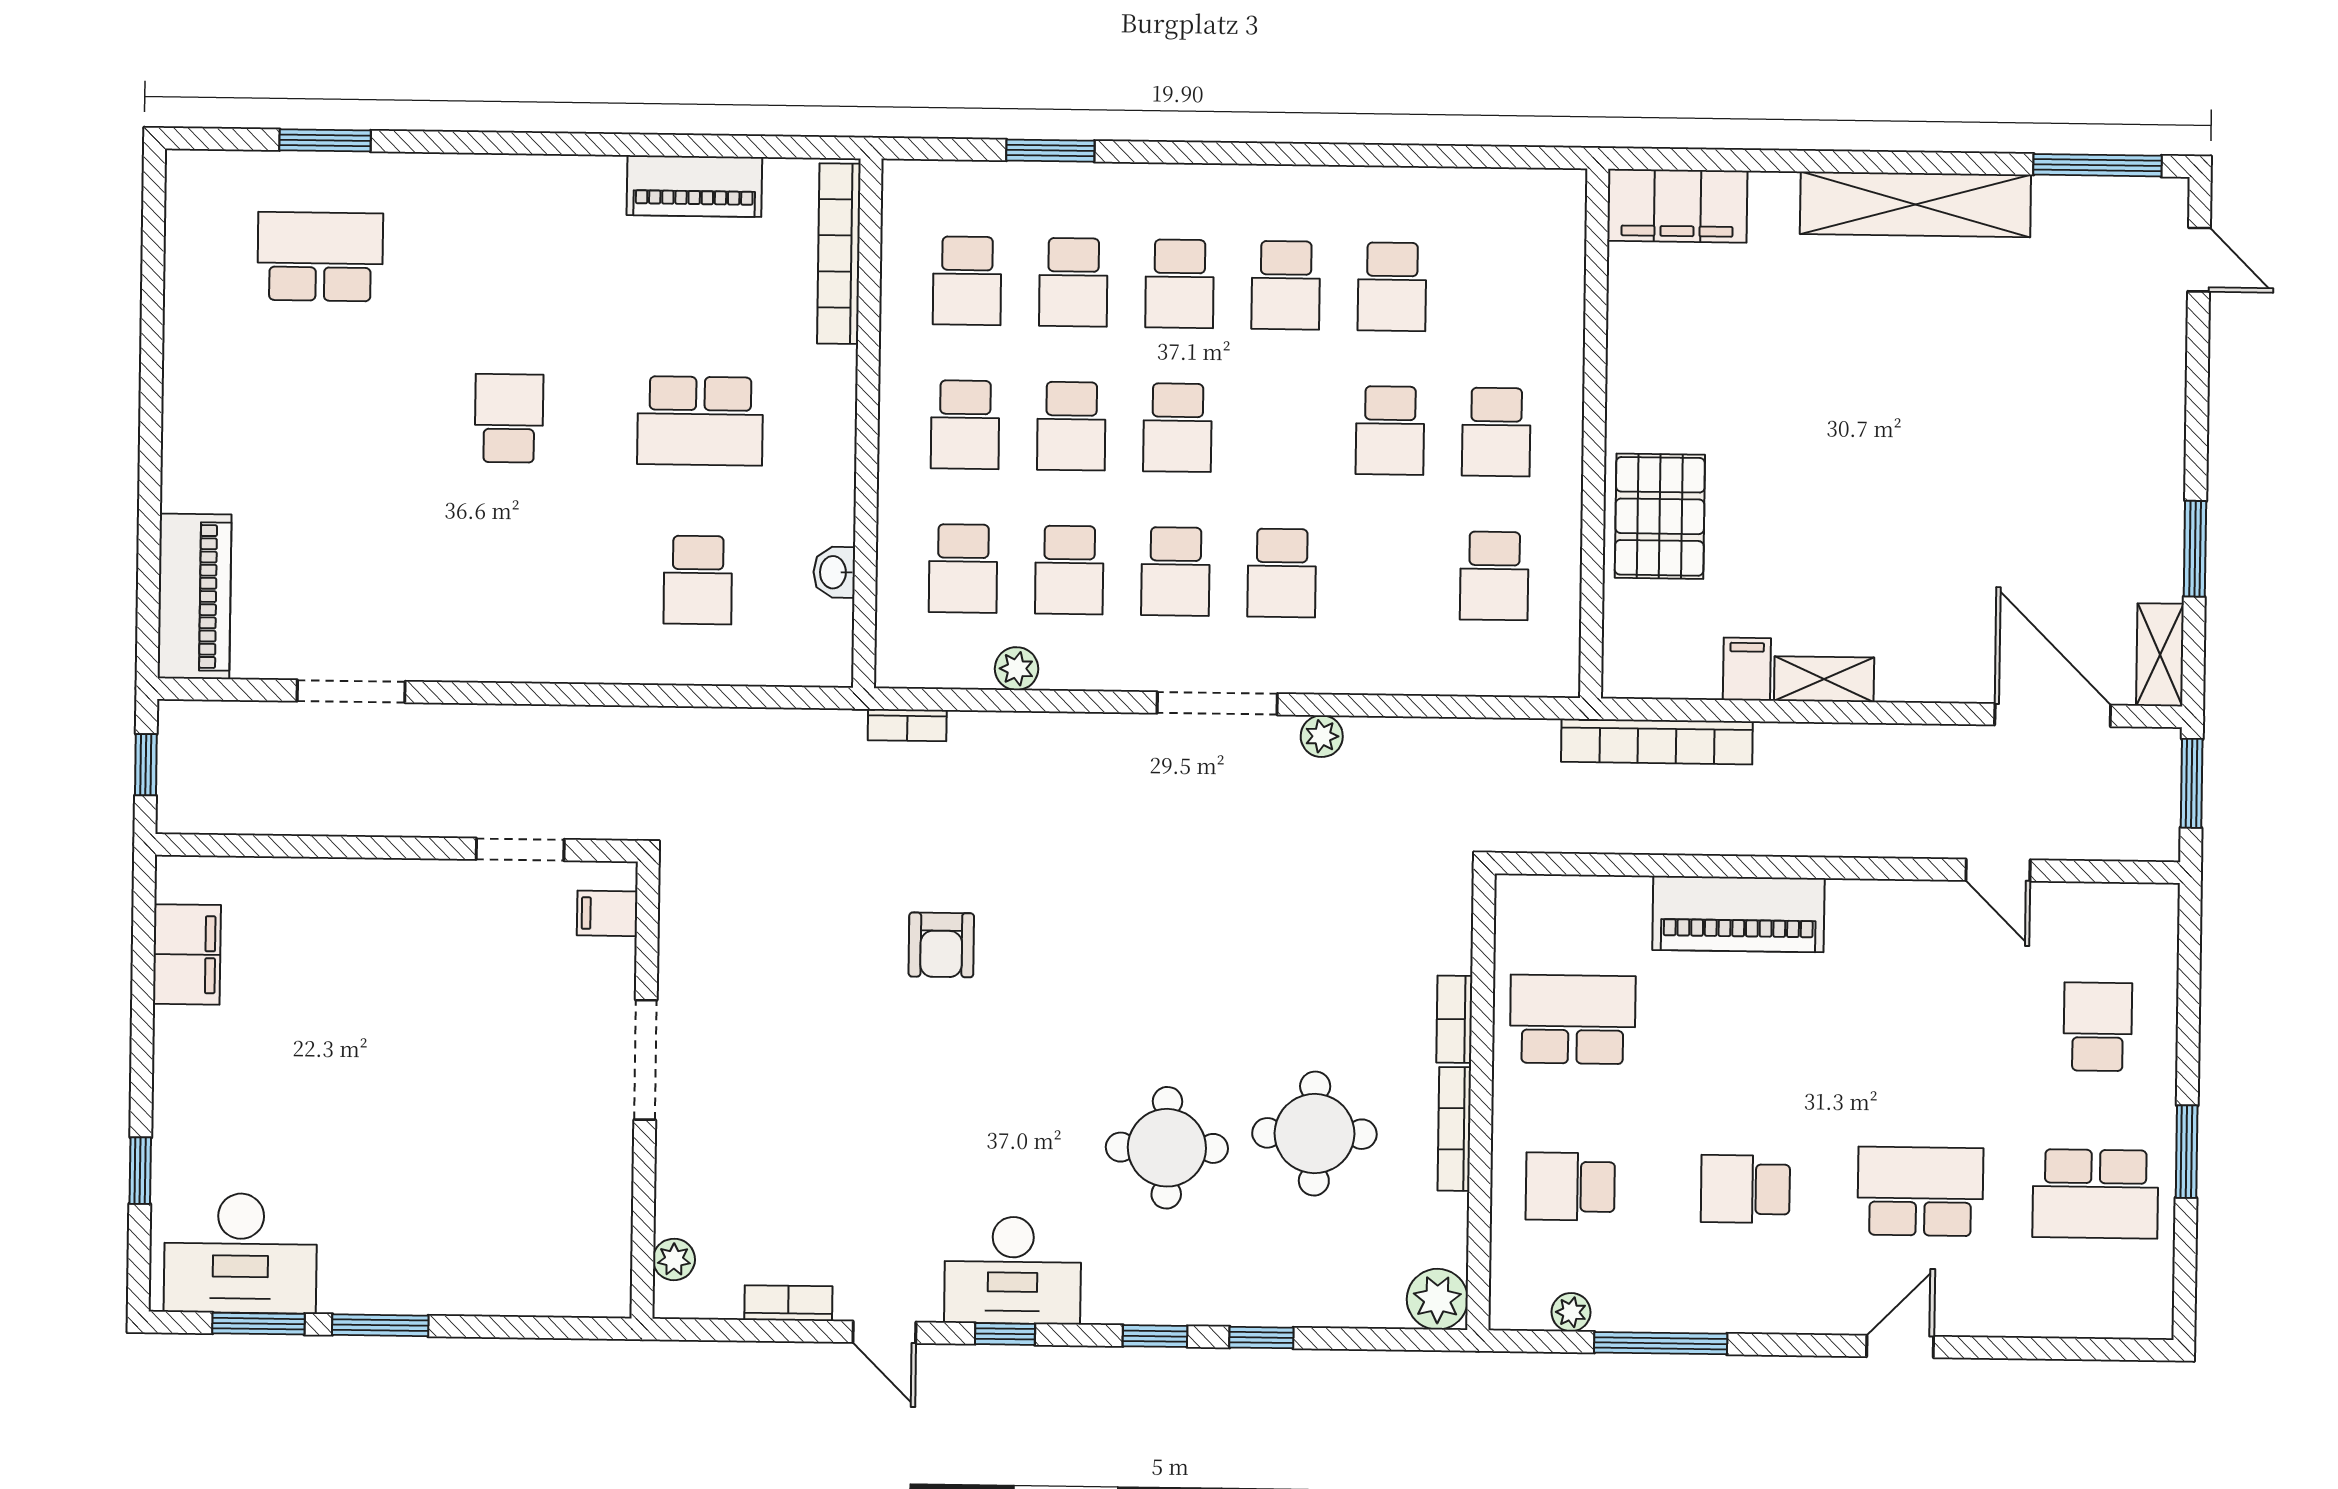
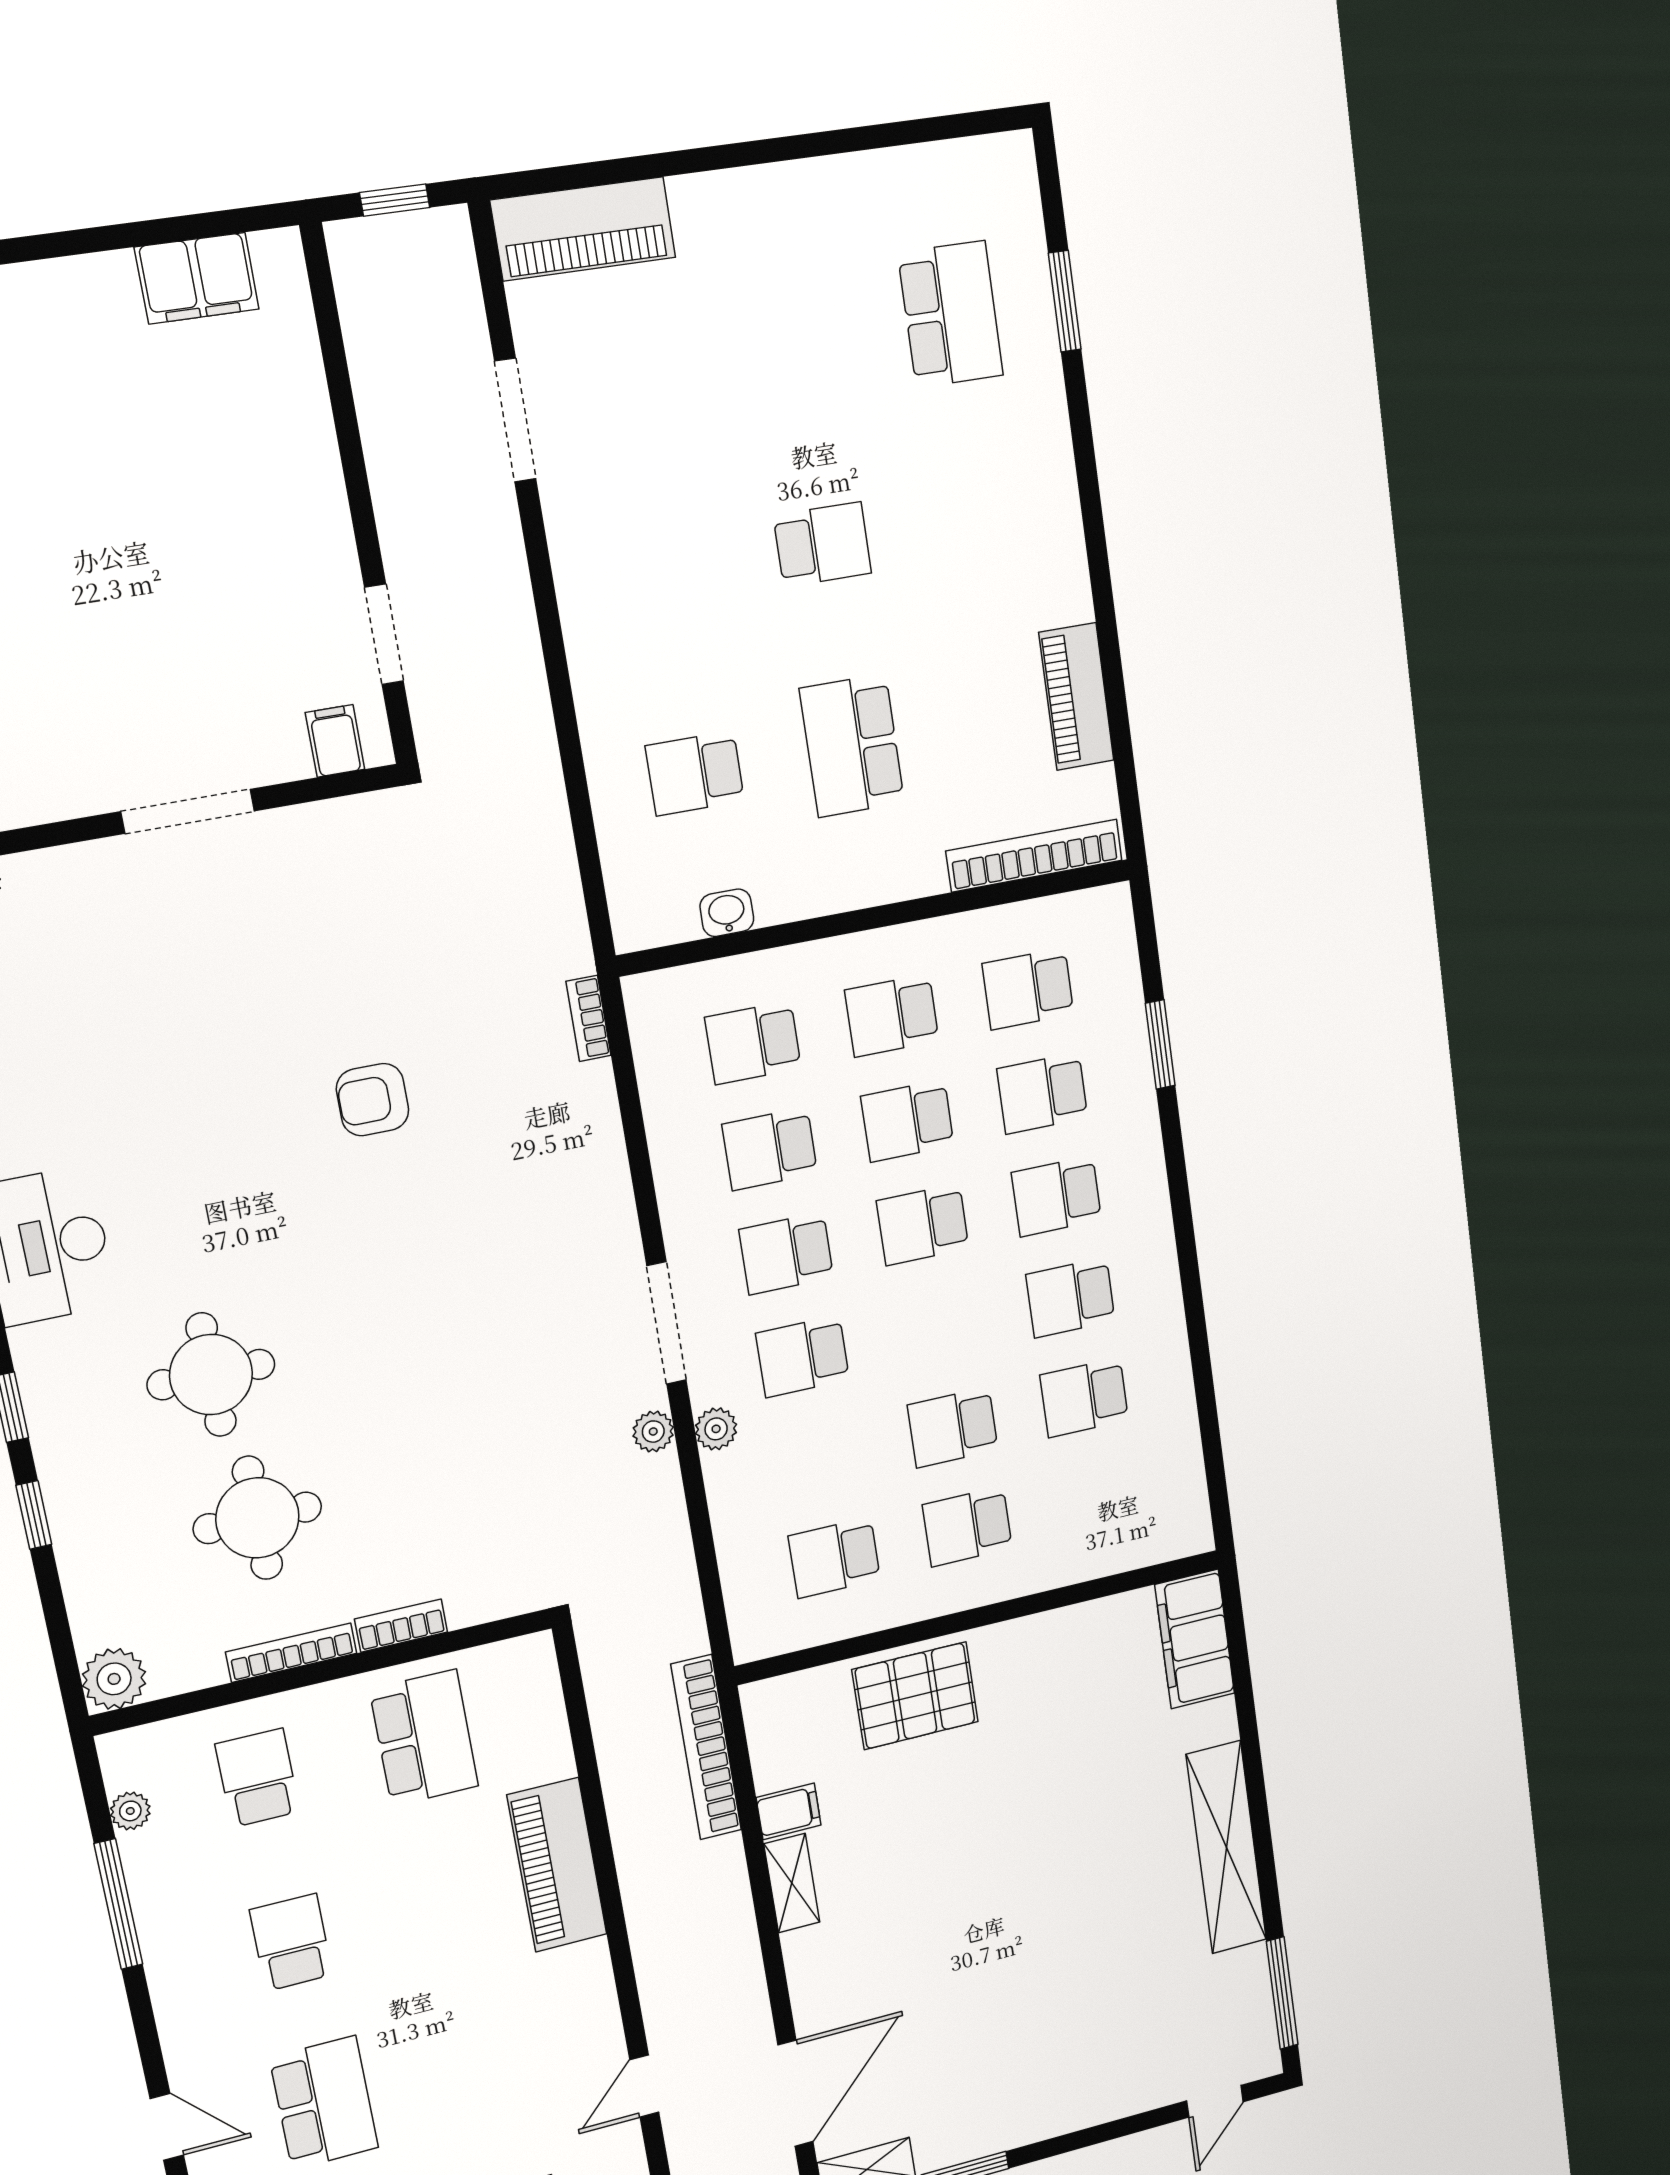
plant: (1017, 669) -> (716, 1429), moved

